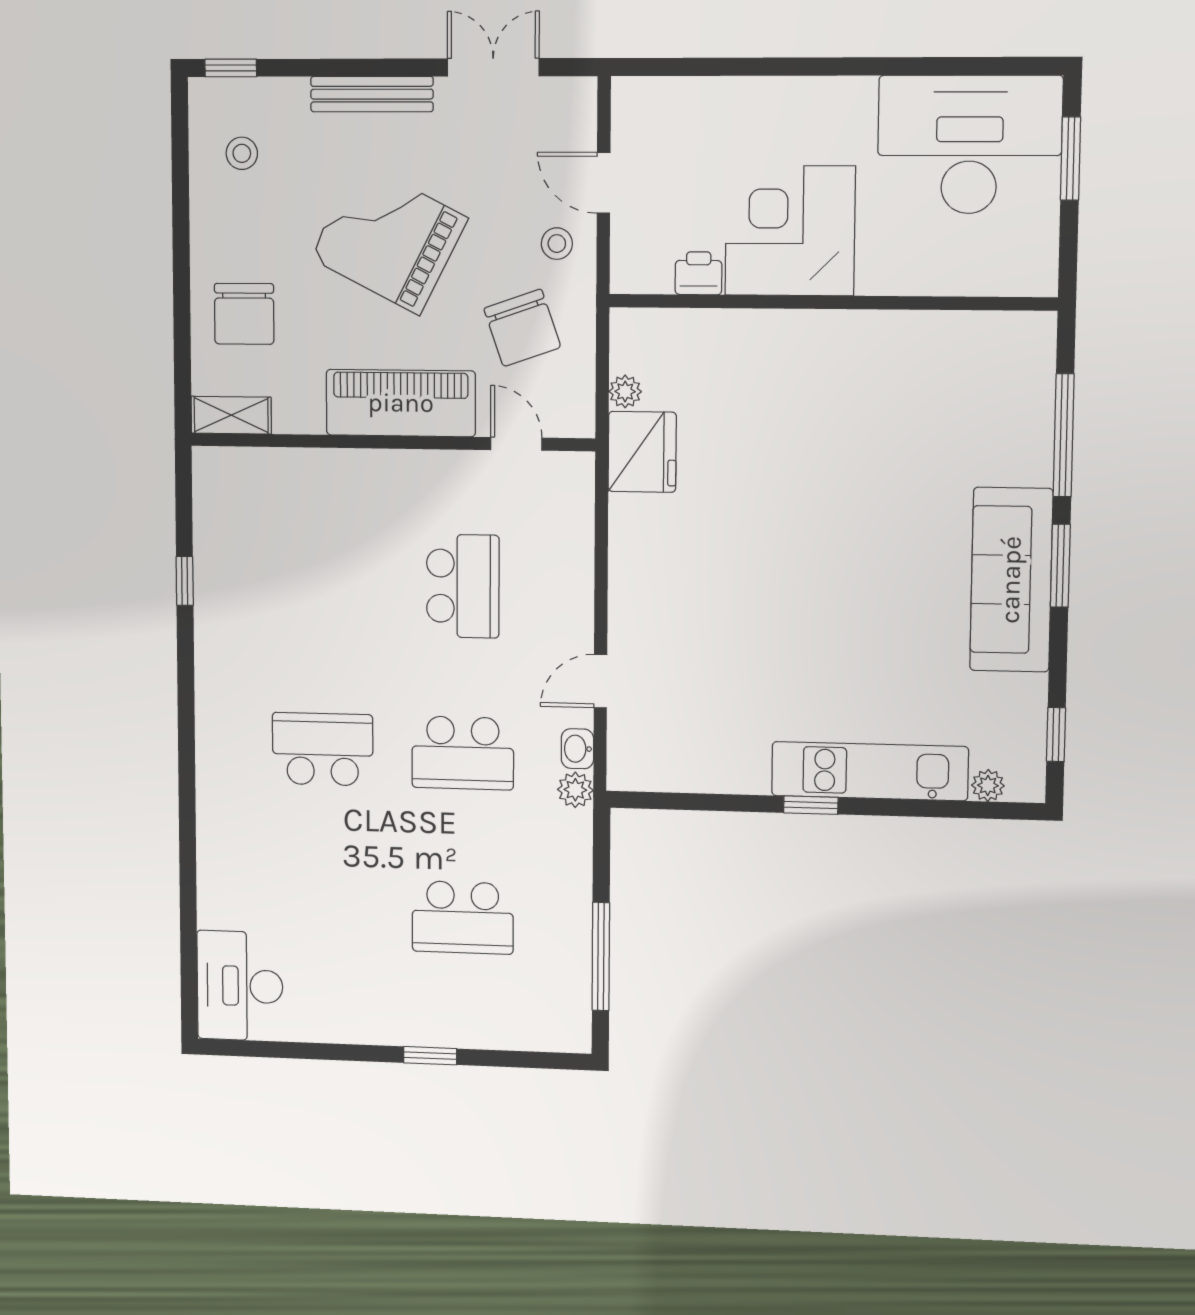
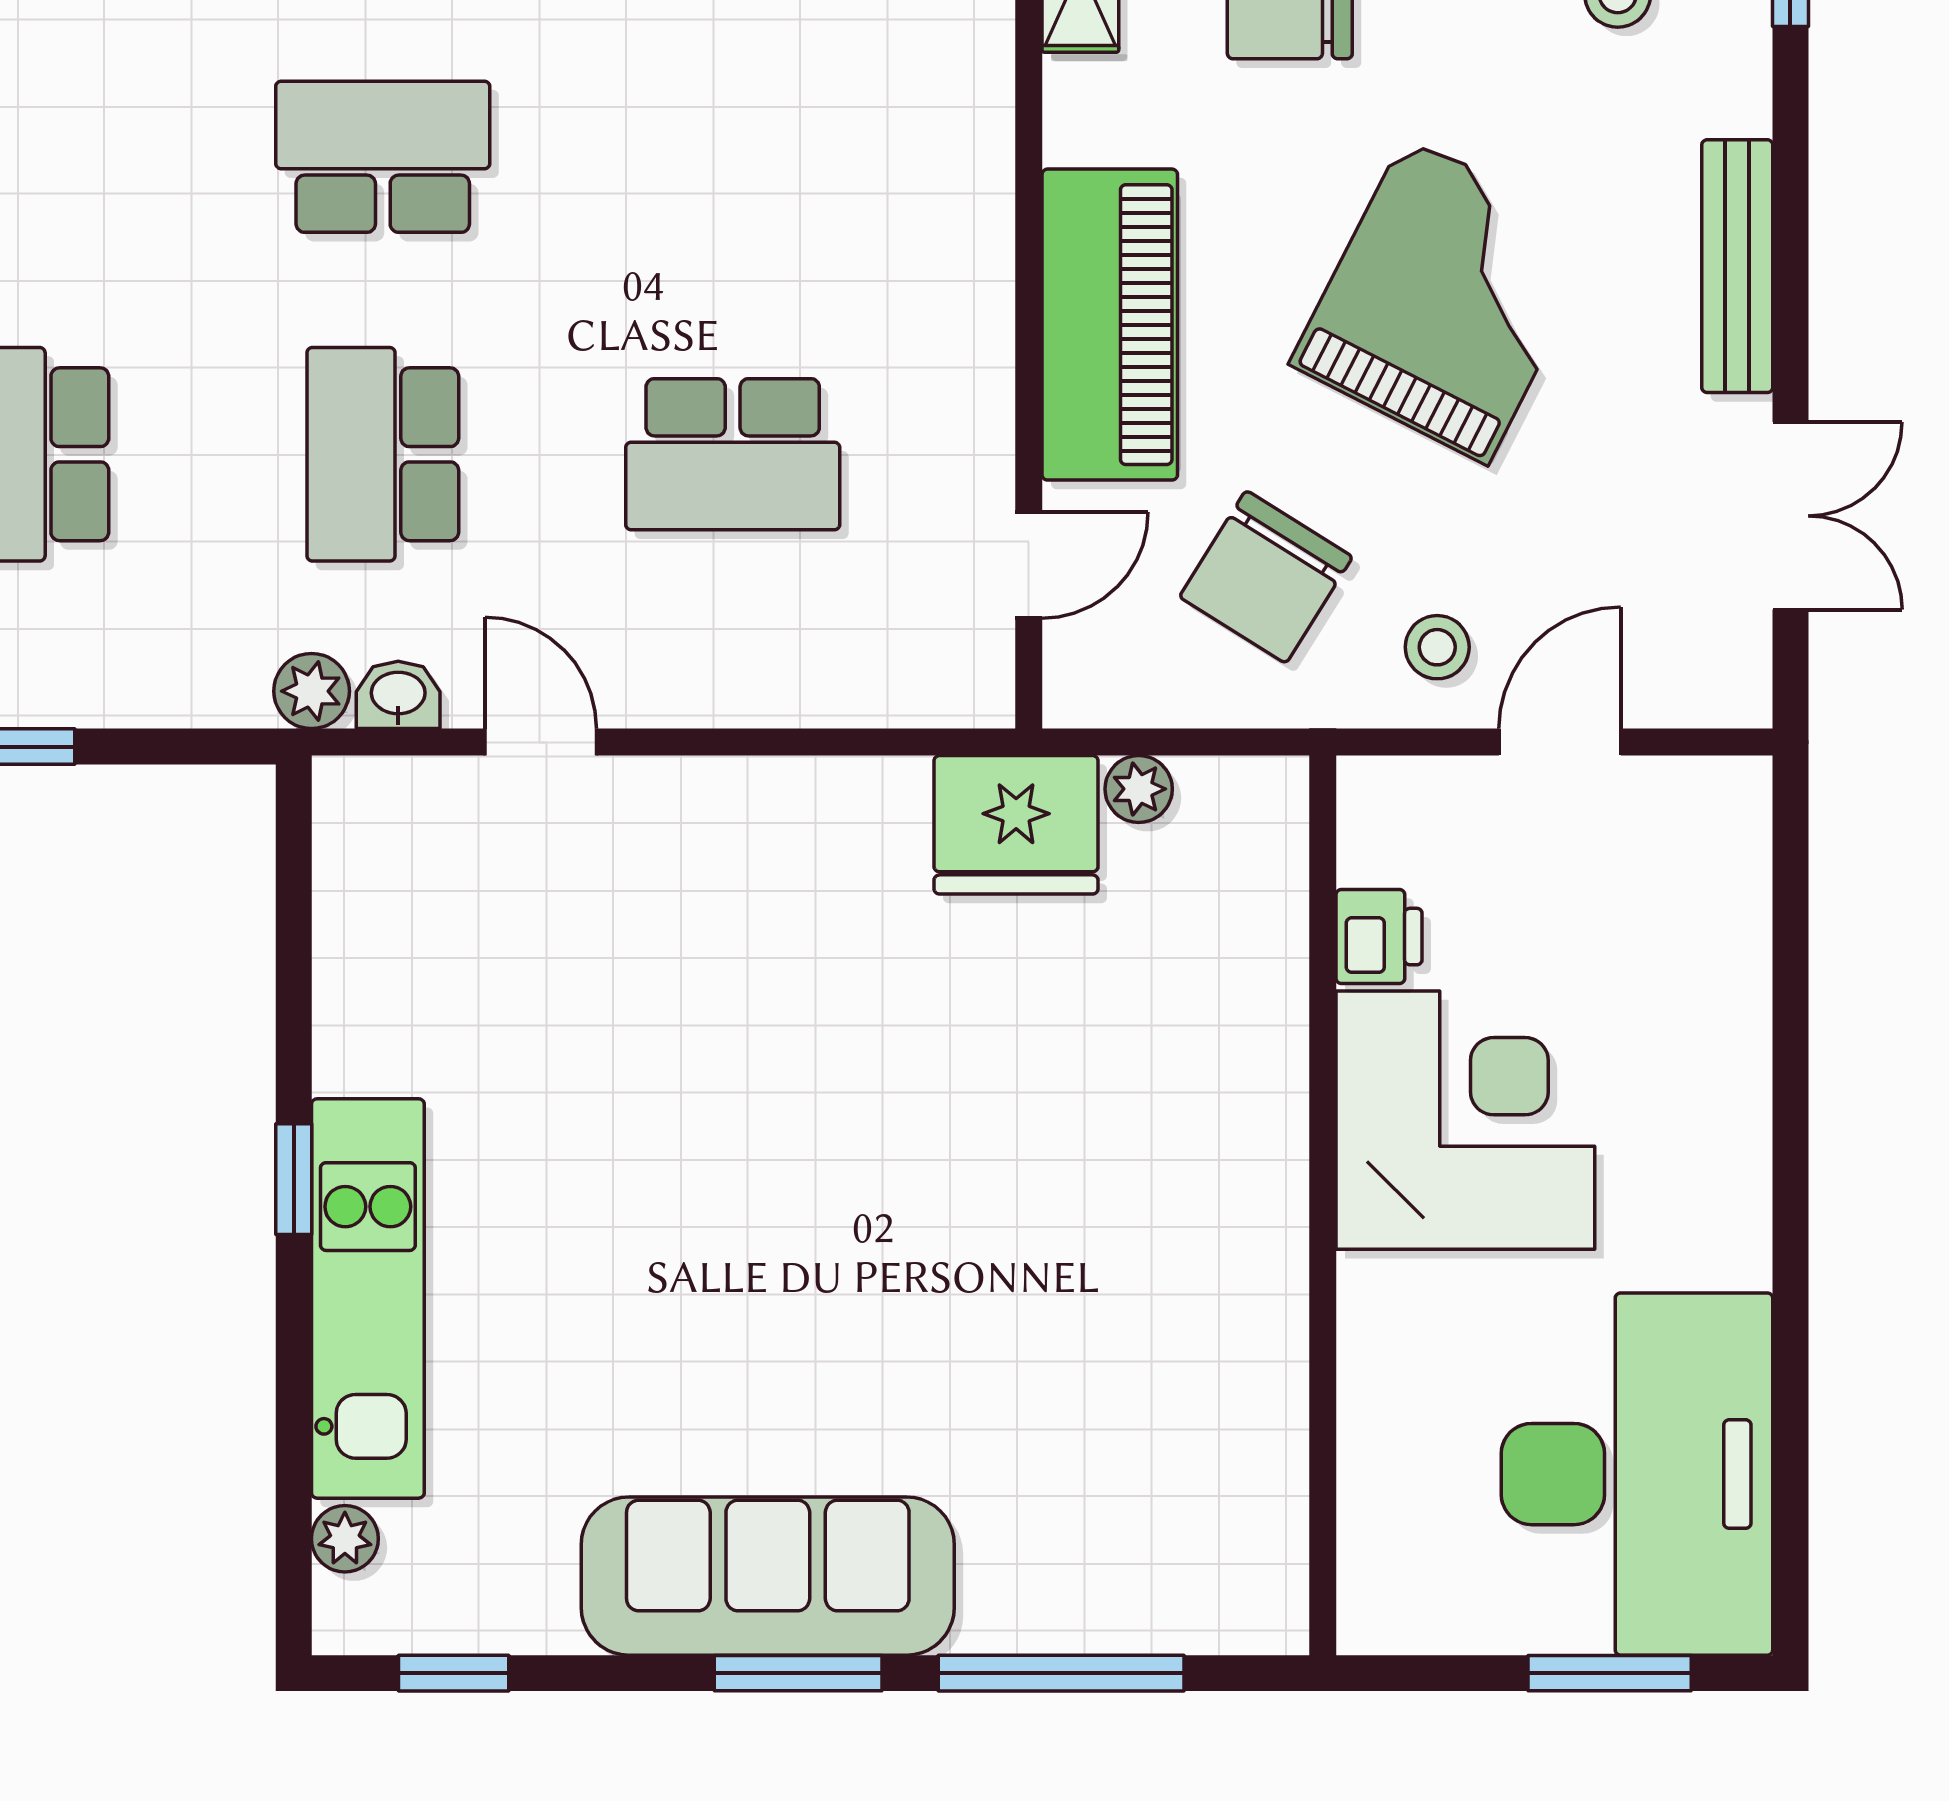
chair: (522, 328) -> (1266, 577), turned -39
school desk: (323, 749) -> (383, 157), turned -90

